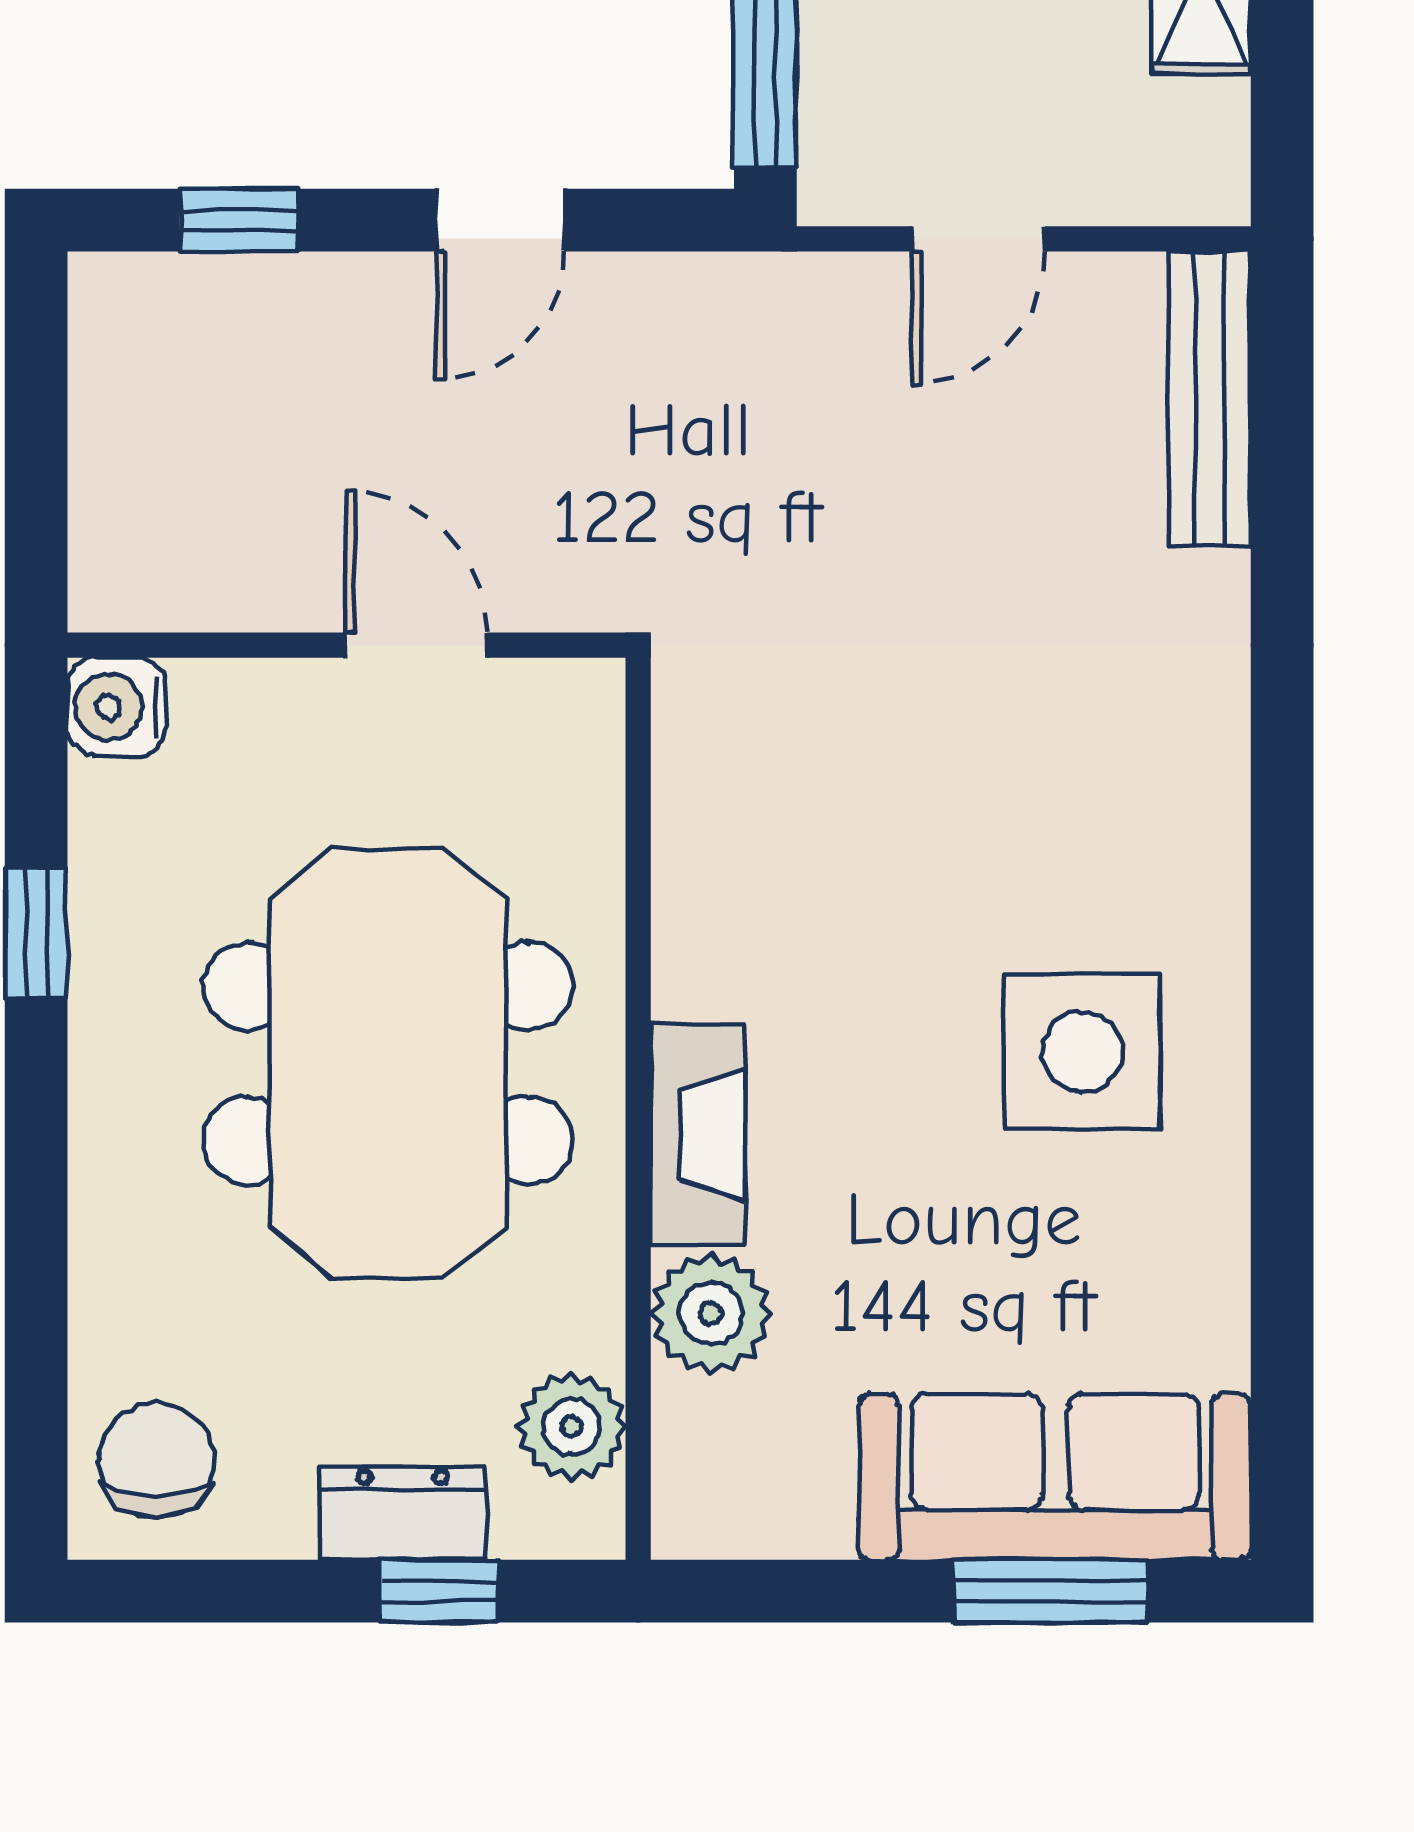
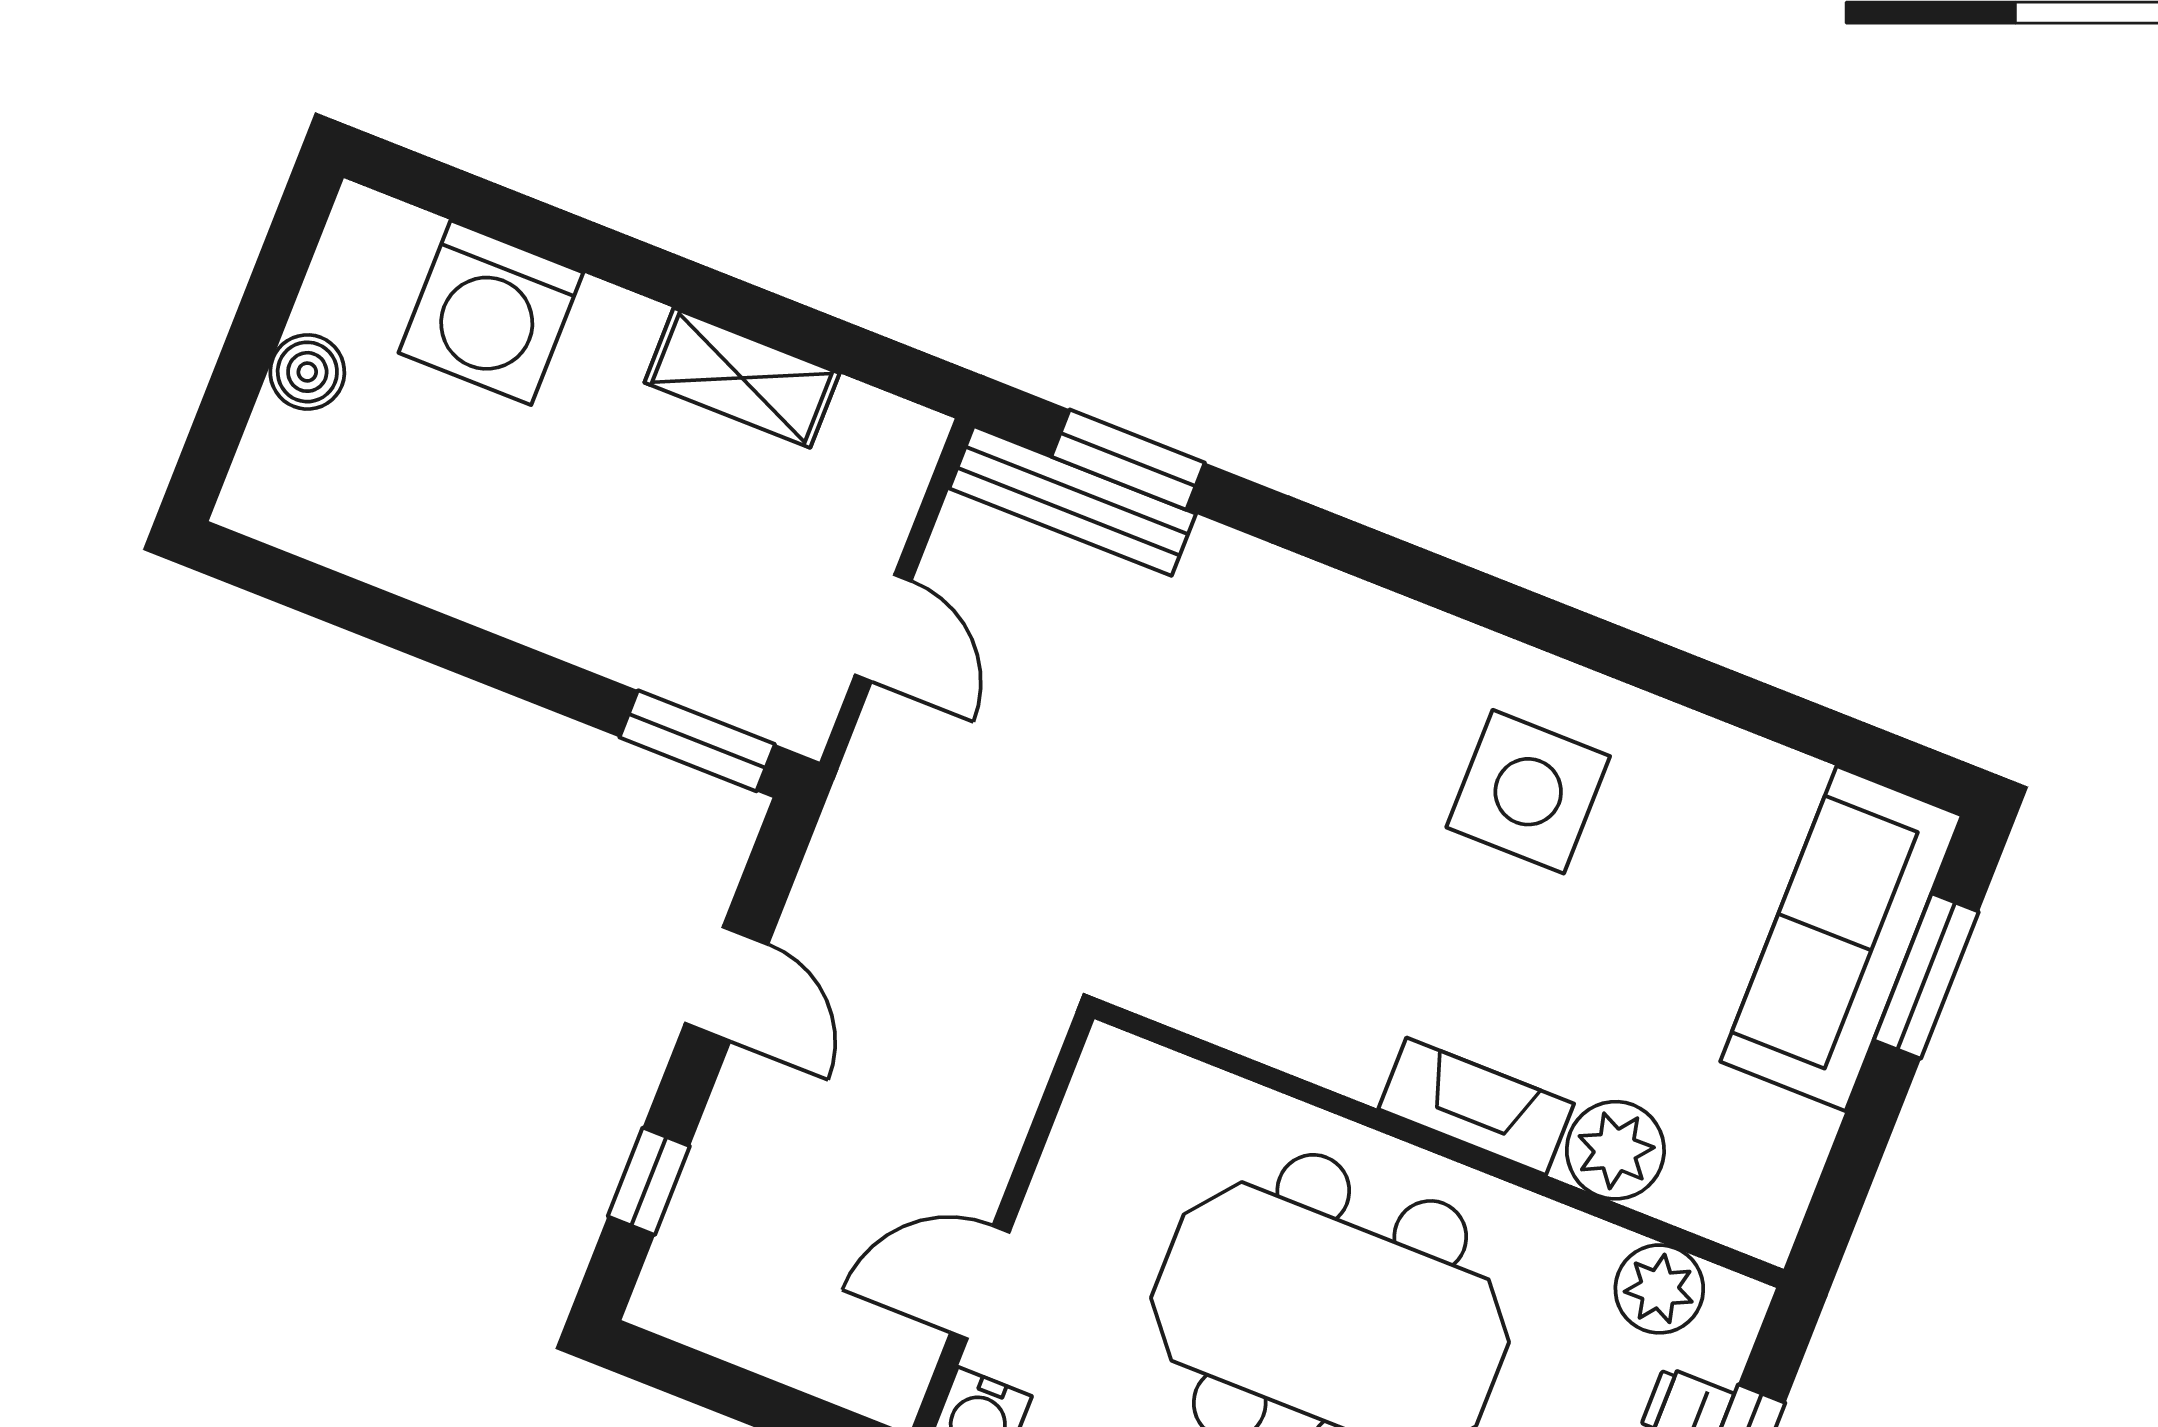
window: (1282, 443) -> (1128, 460), added
door: (416, 645) -> (980, 1282), moved

